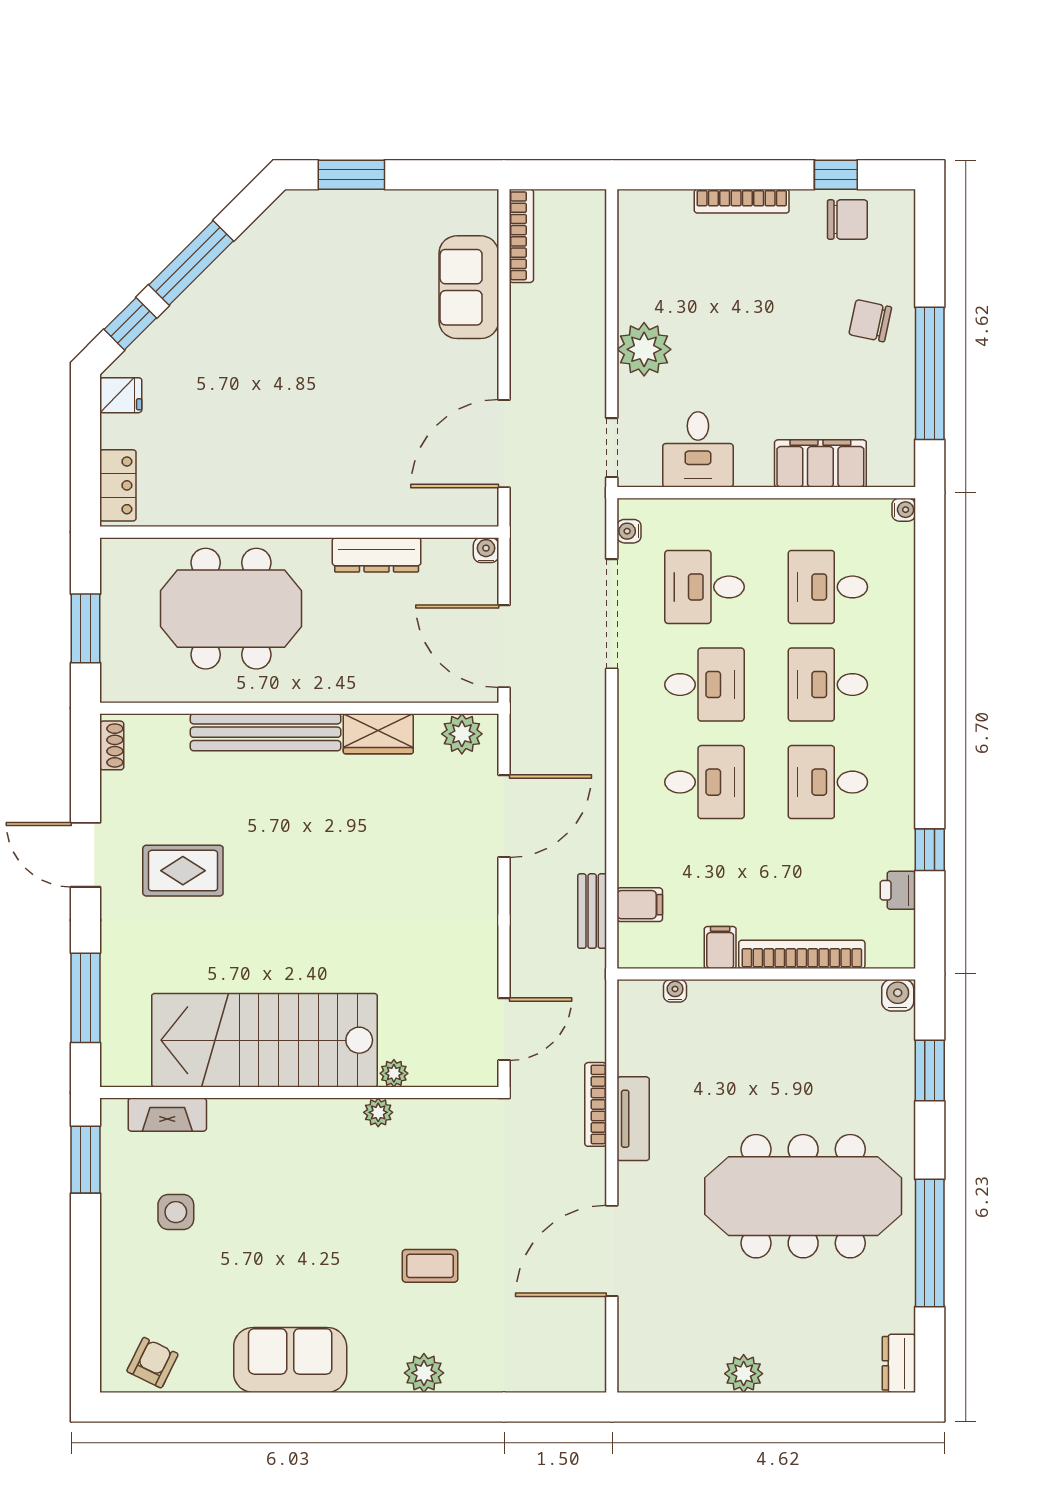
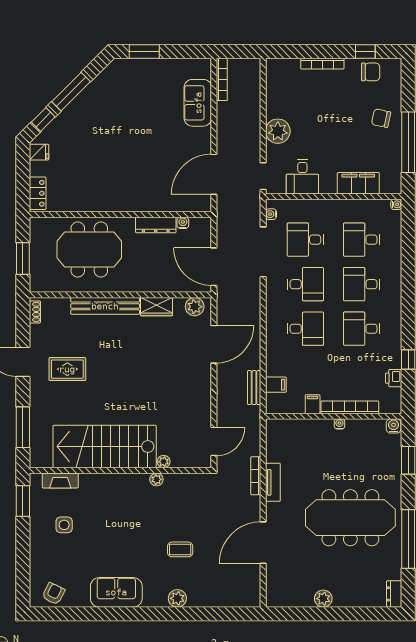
water cooler: (486, 550) -> (183, 223), moved
water cooler: (675, 991) -> (339, 424), moved

